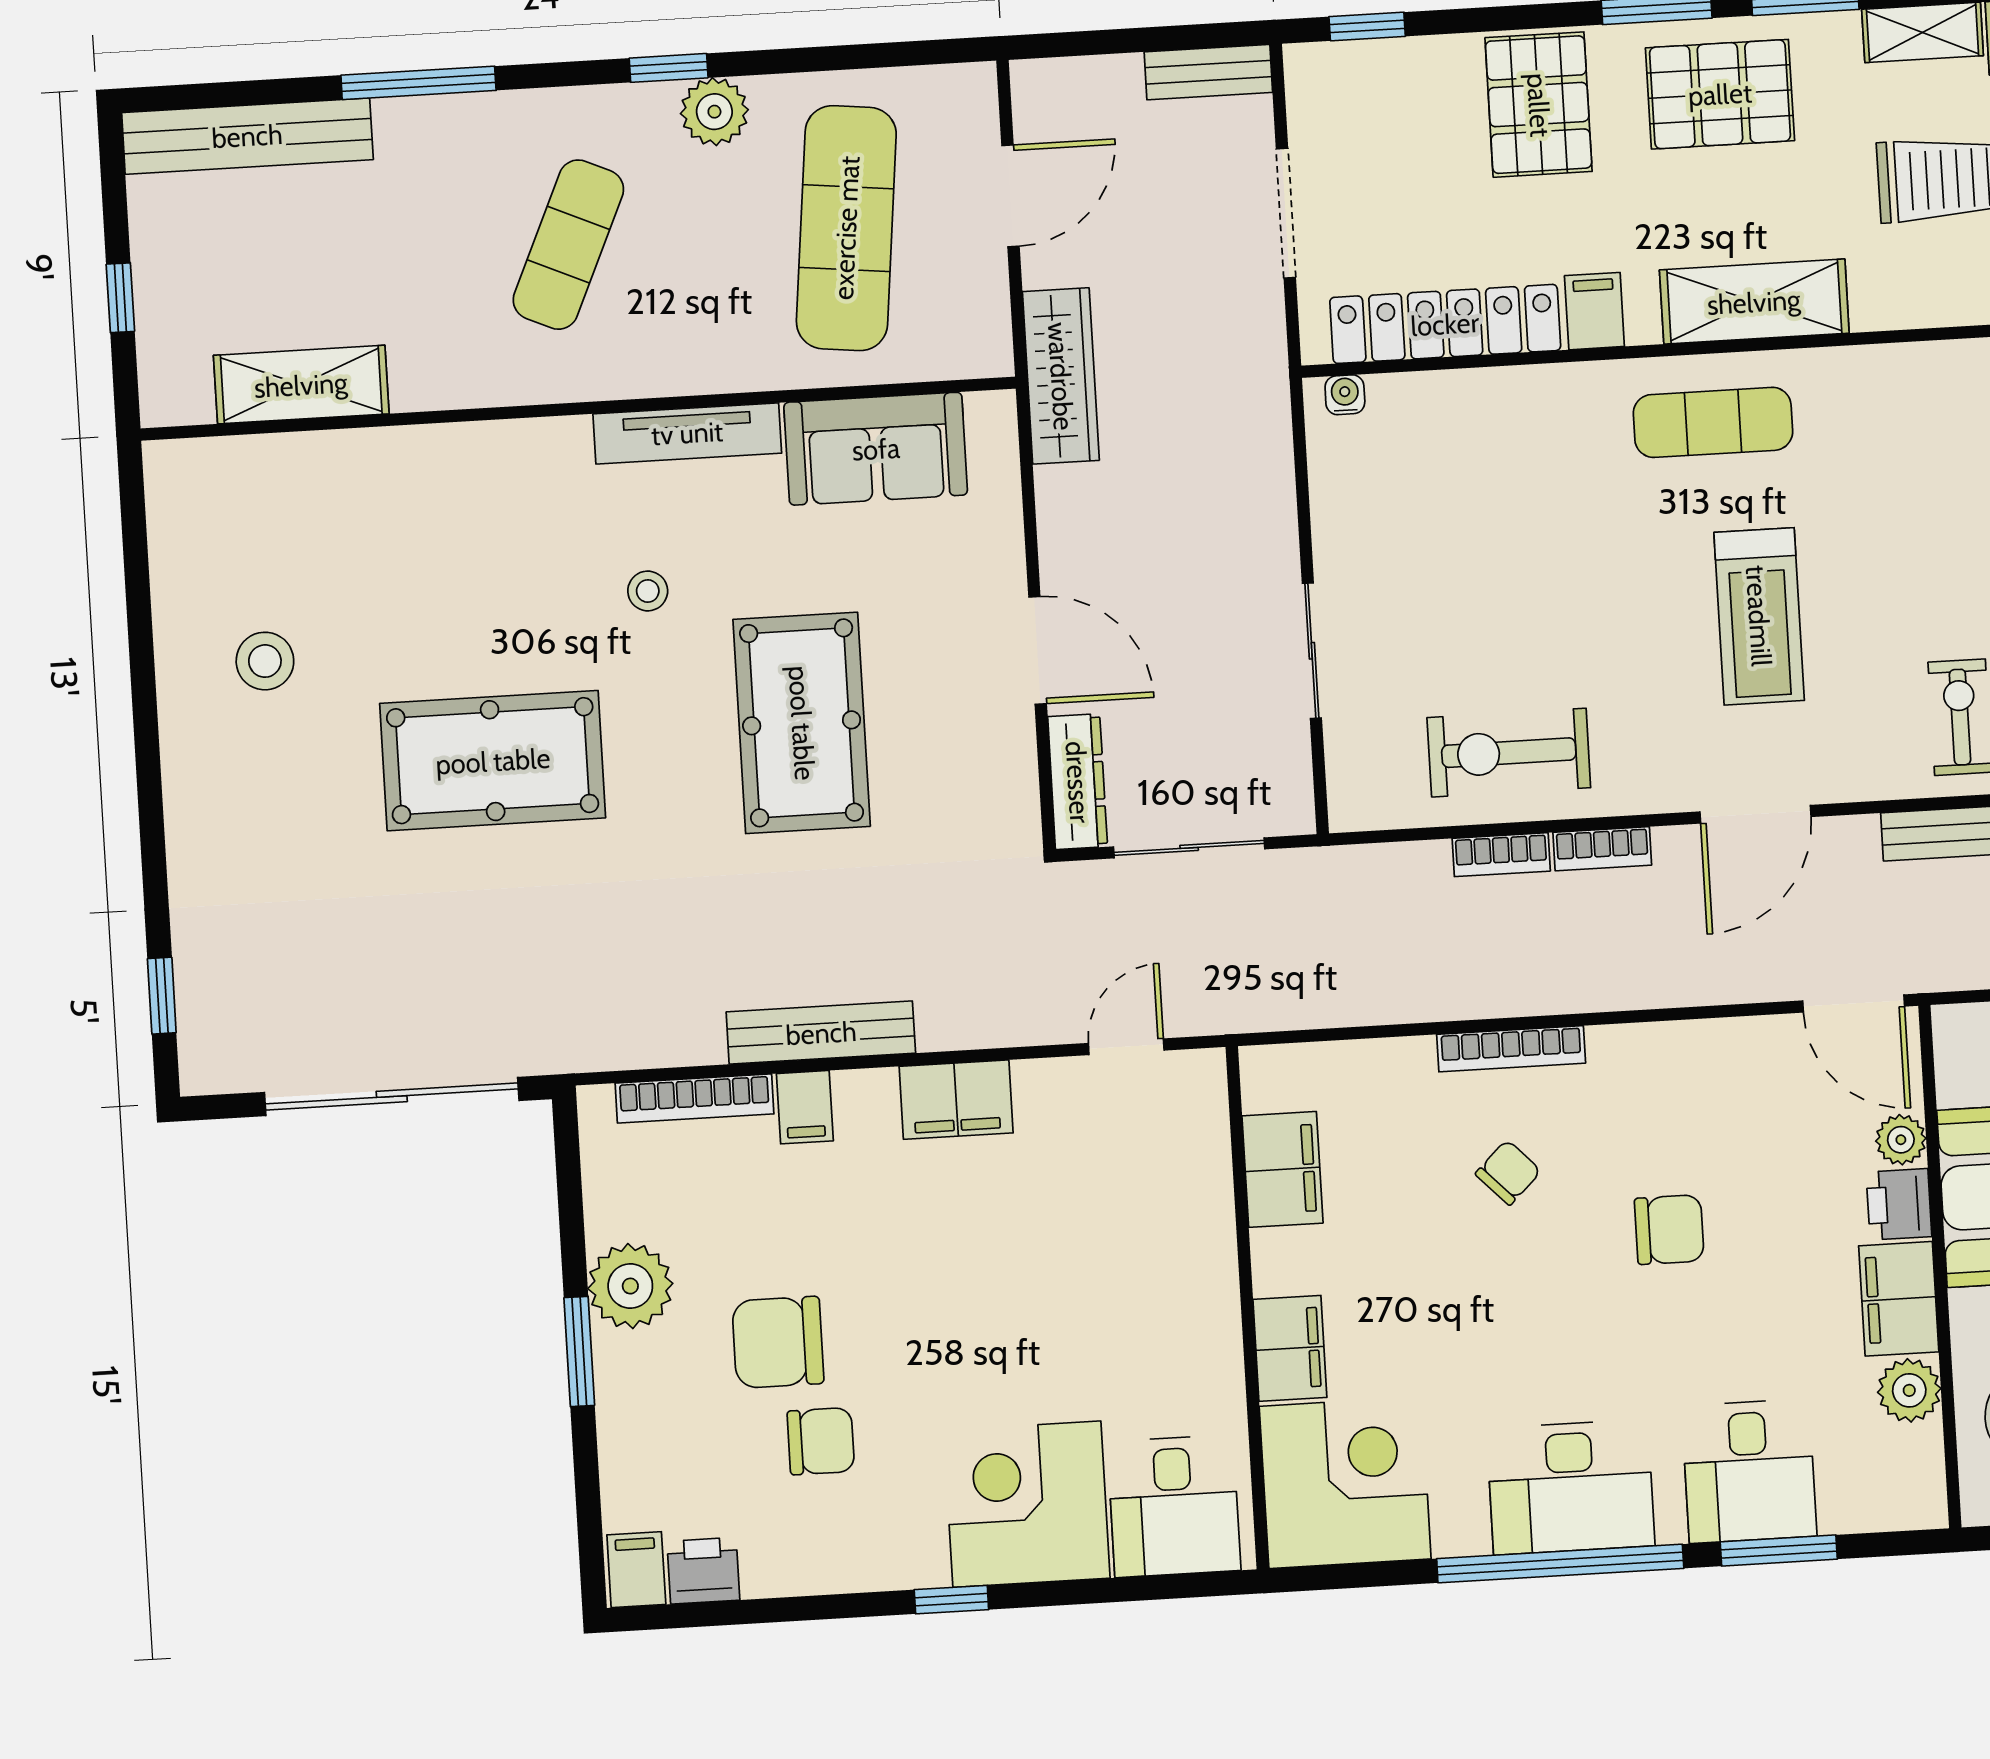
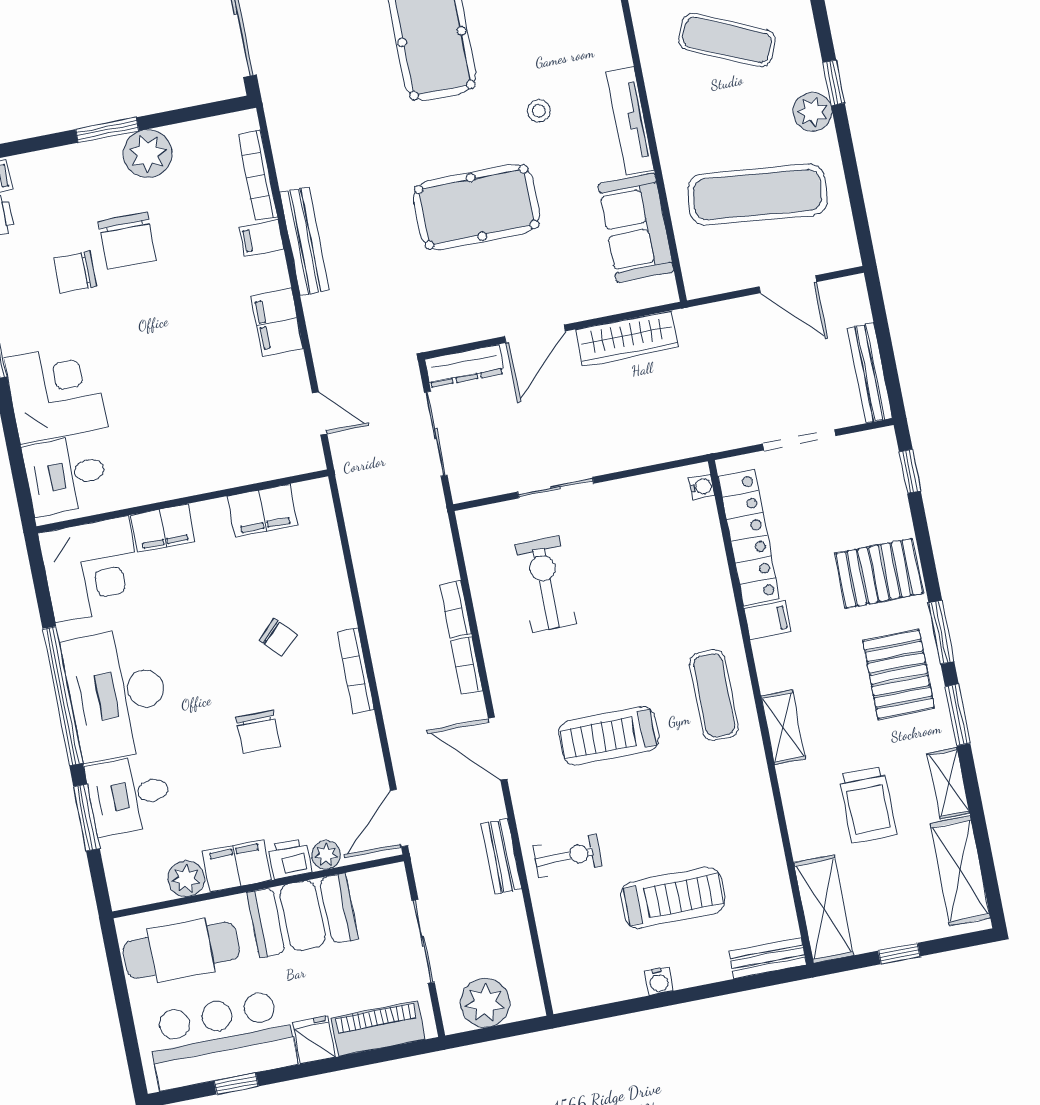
bench: (1208, 72) -> (870, 373), width x1.36
shelving: (1754, 302) -> (783, 727), width x0.67, depth x0.75
wardrobe: (1061, 376) -> (627, 338), moved
exercise bike: (1509, 753) -> (546, 584), moved
bookcase: (1511, 1049) -> (356, 671), moved
chair: (778, 1342) -> (127, 241), turned 180
chair: (821, 1441) -> (75, 272), turned 90
desk: (1571, 1487) -> (117, 694), width x1.36, depth x1.30

